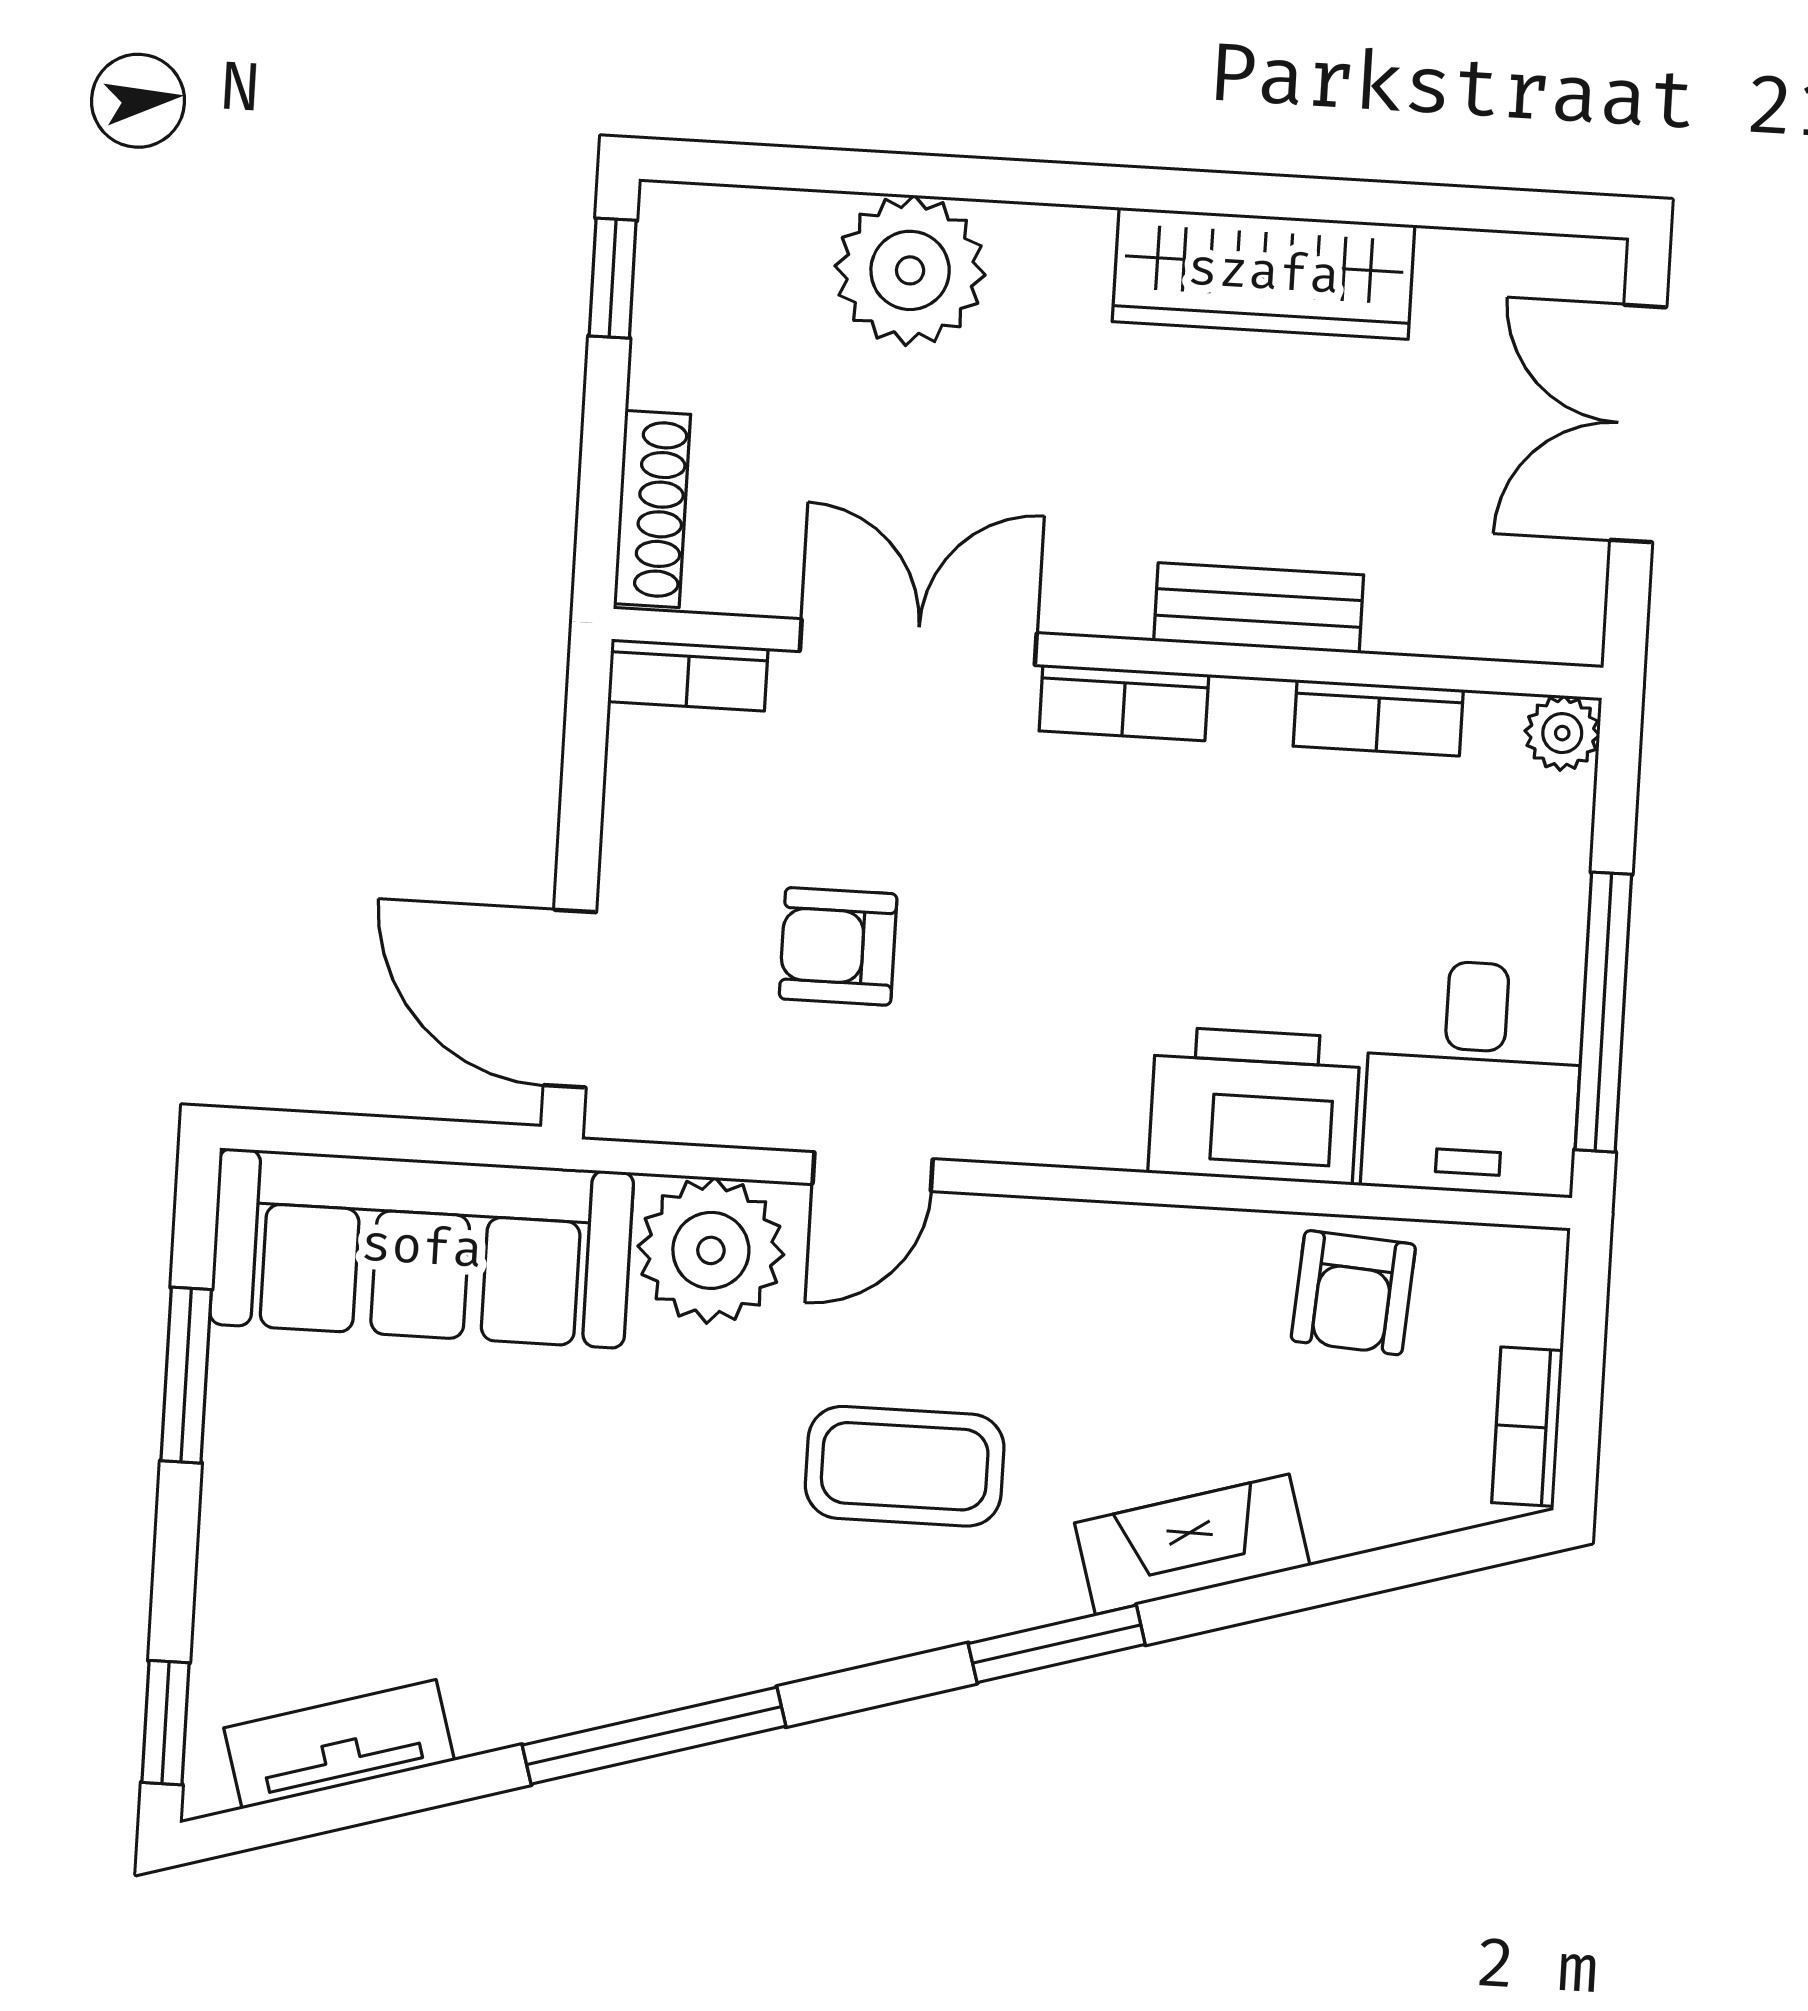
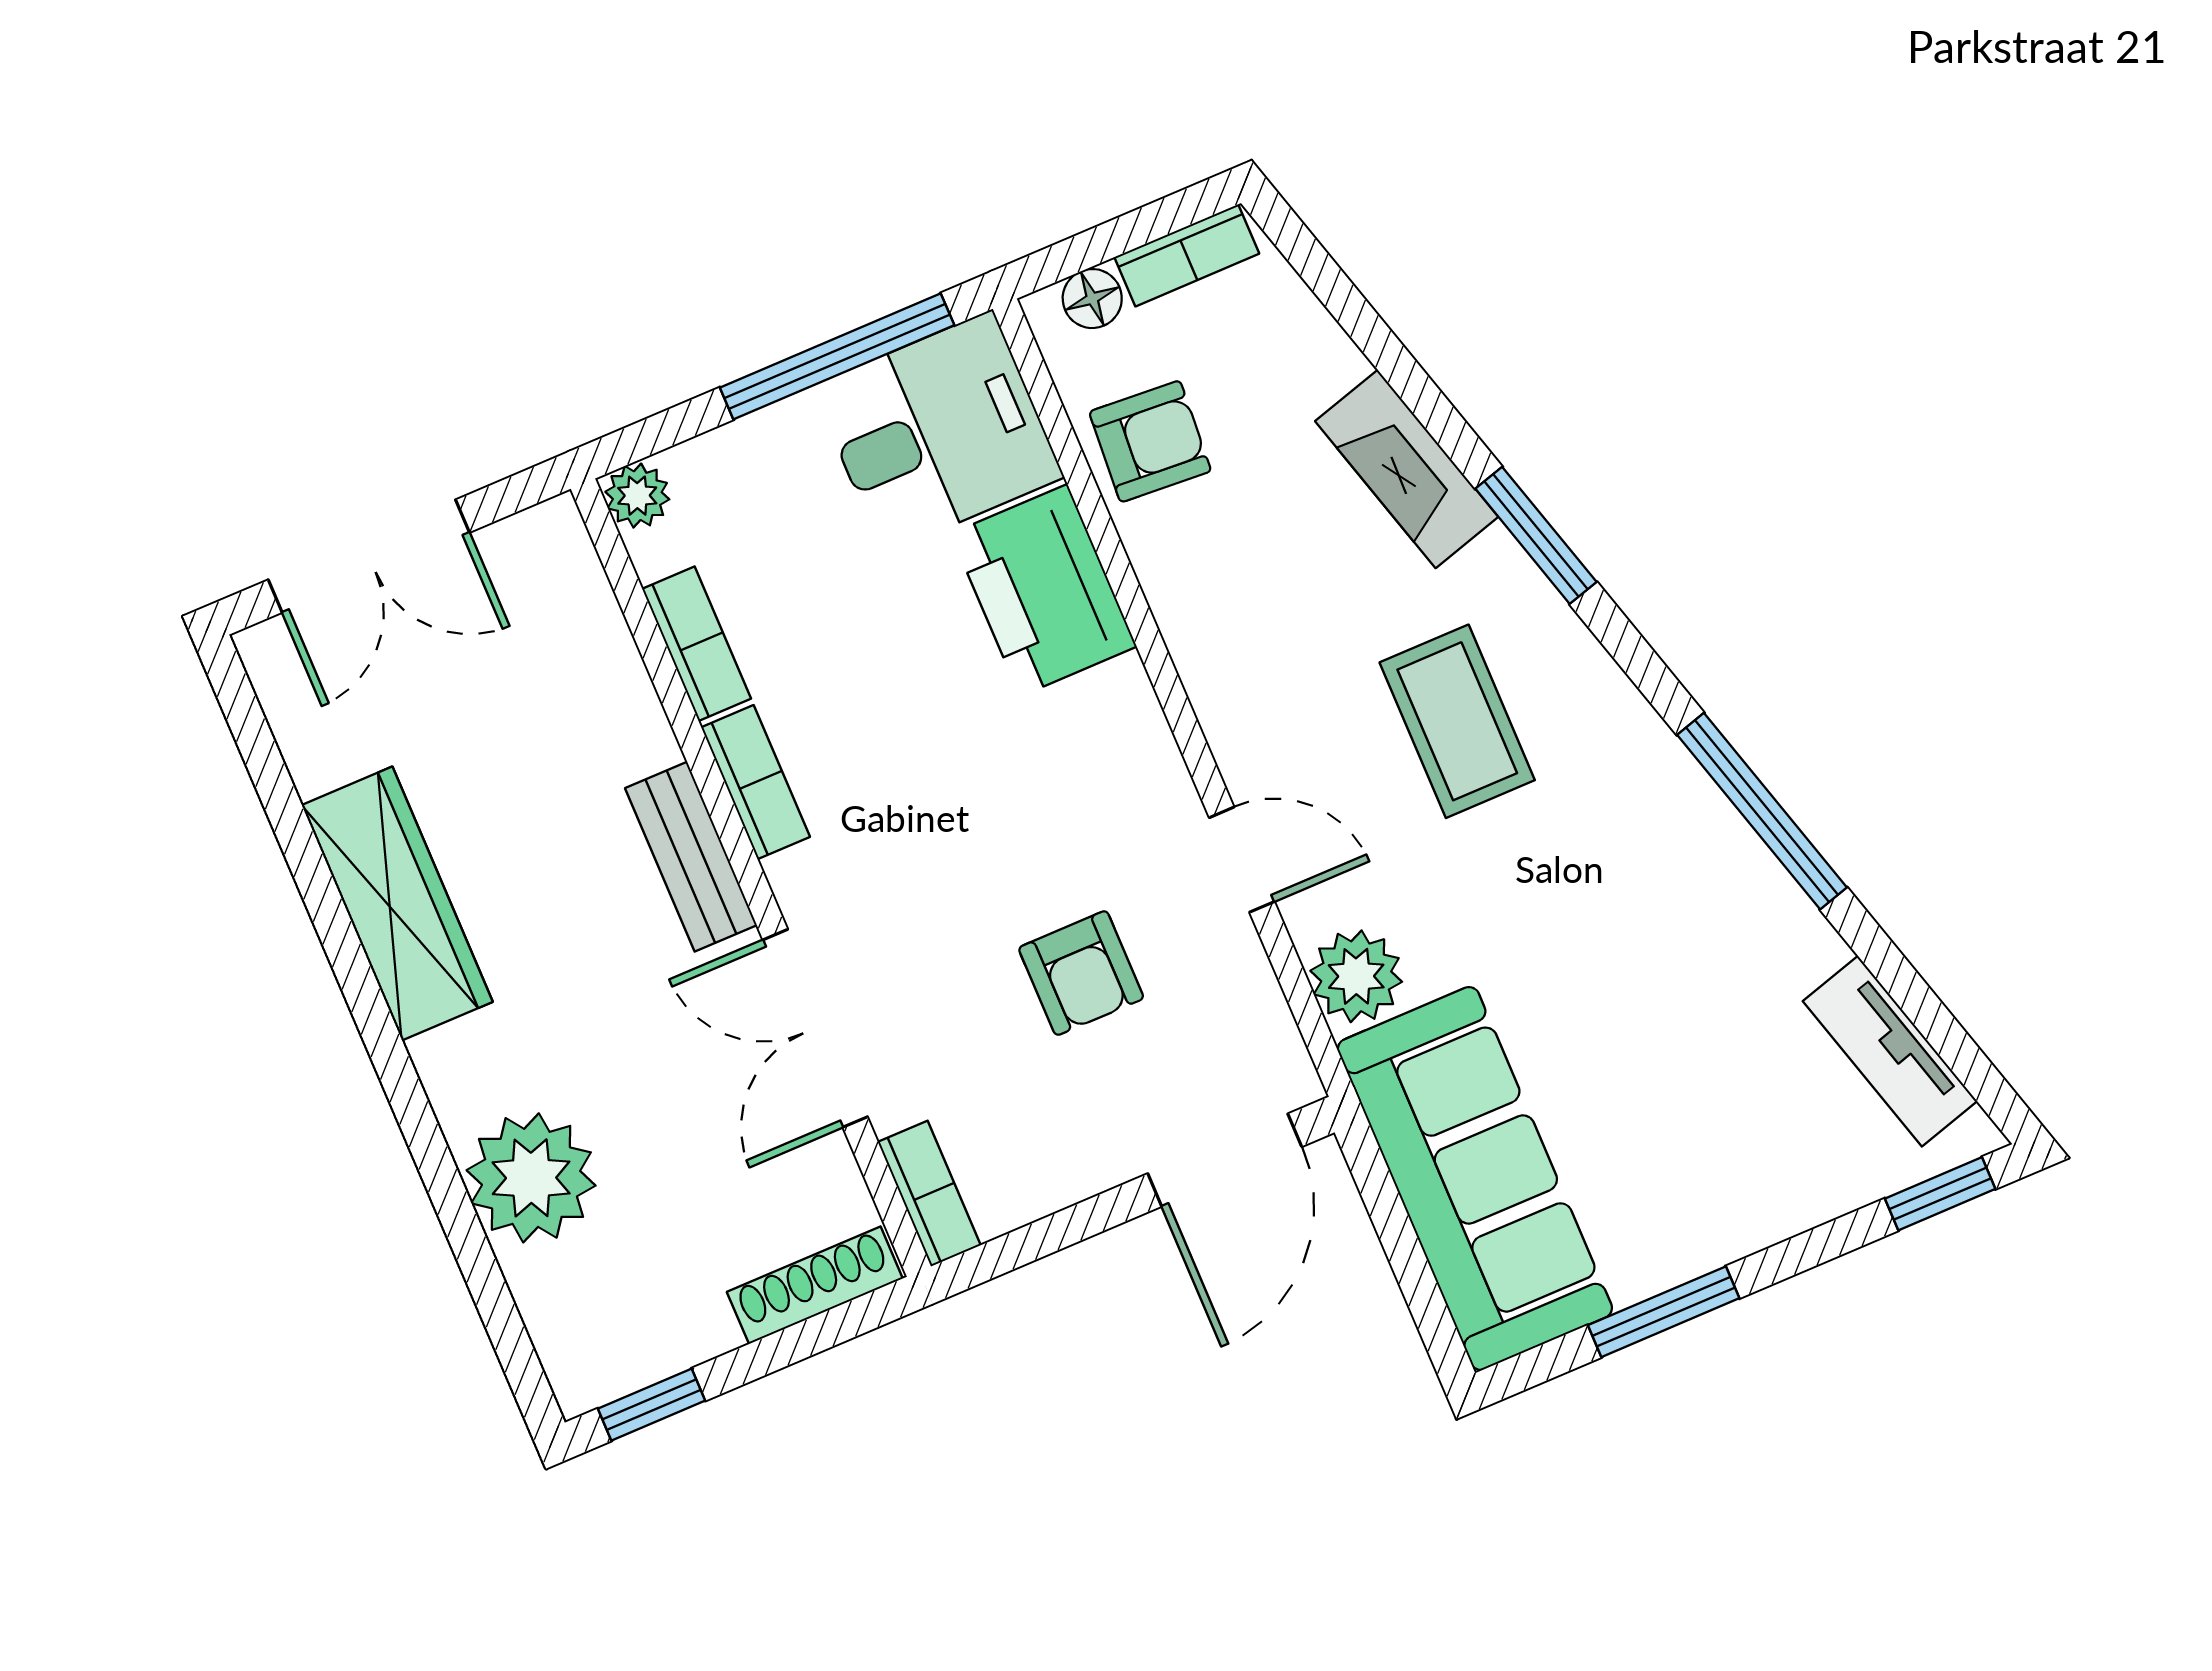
bench: (1259, 608) -> (691, 857), moved
bookcase: (1124, 703) -> (755, 782), moved
plant: (711, 1250) -> (1356, 976), width x0.73, depth x0.73
floor lamp: (1531, 1306) -> (1092, 299), added

